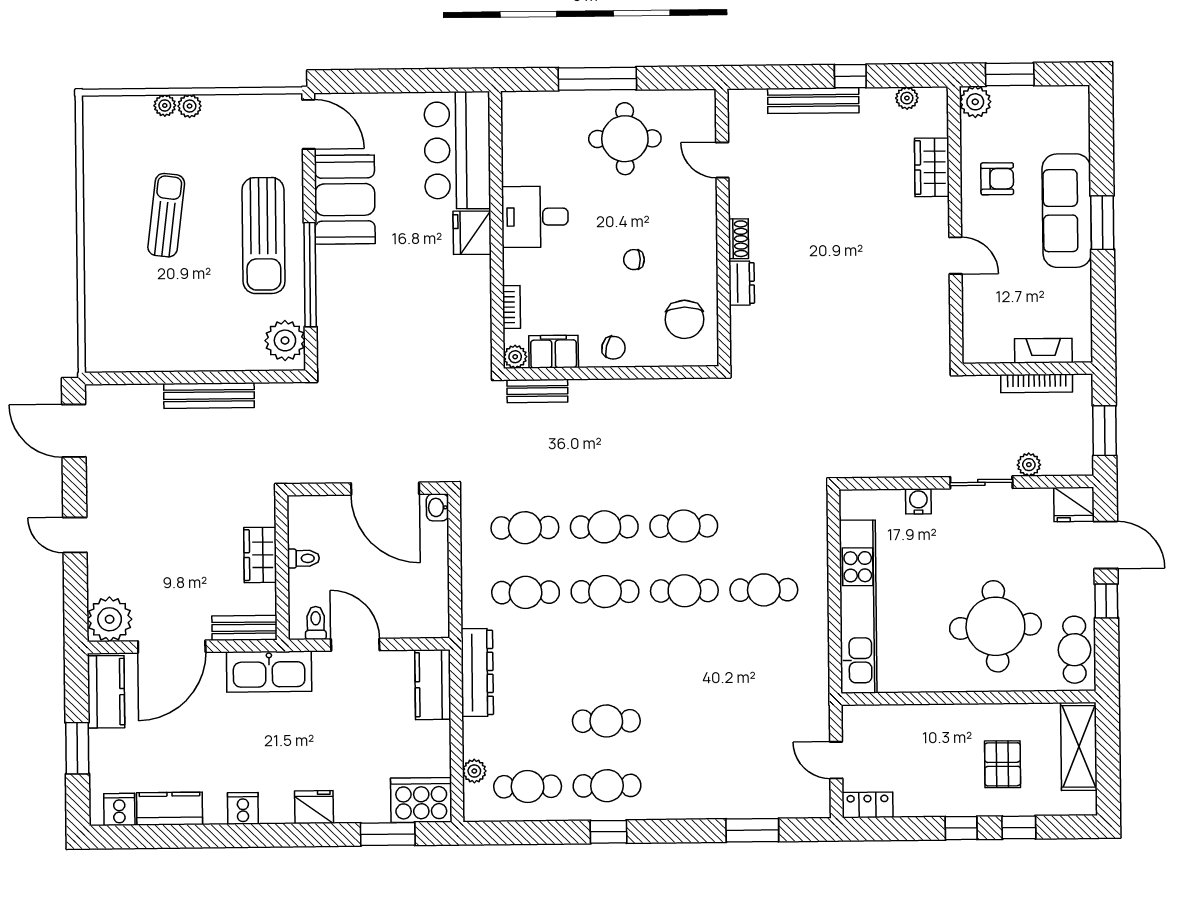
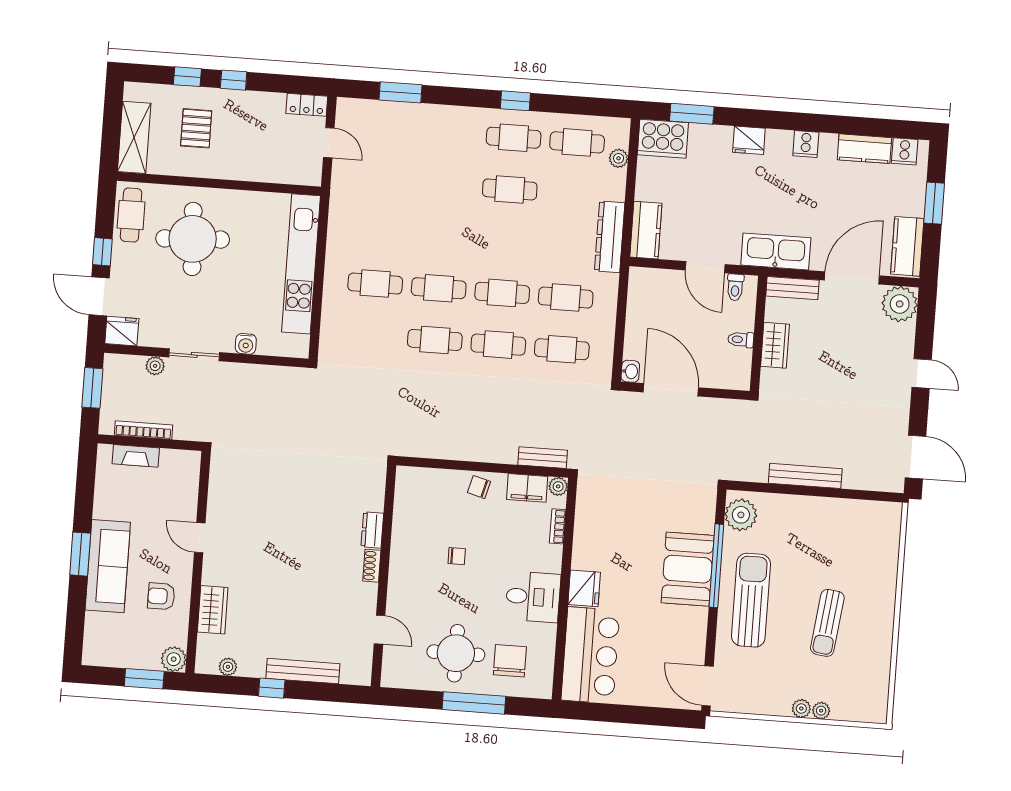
booth: (345, 200) -> (688, 569), moved
chair: (684, 319) -> (510, 661), moved

